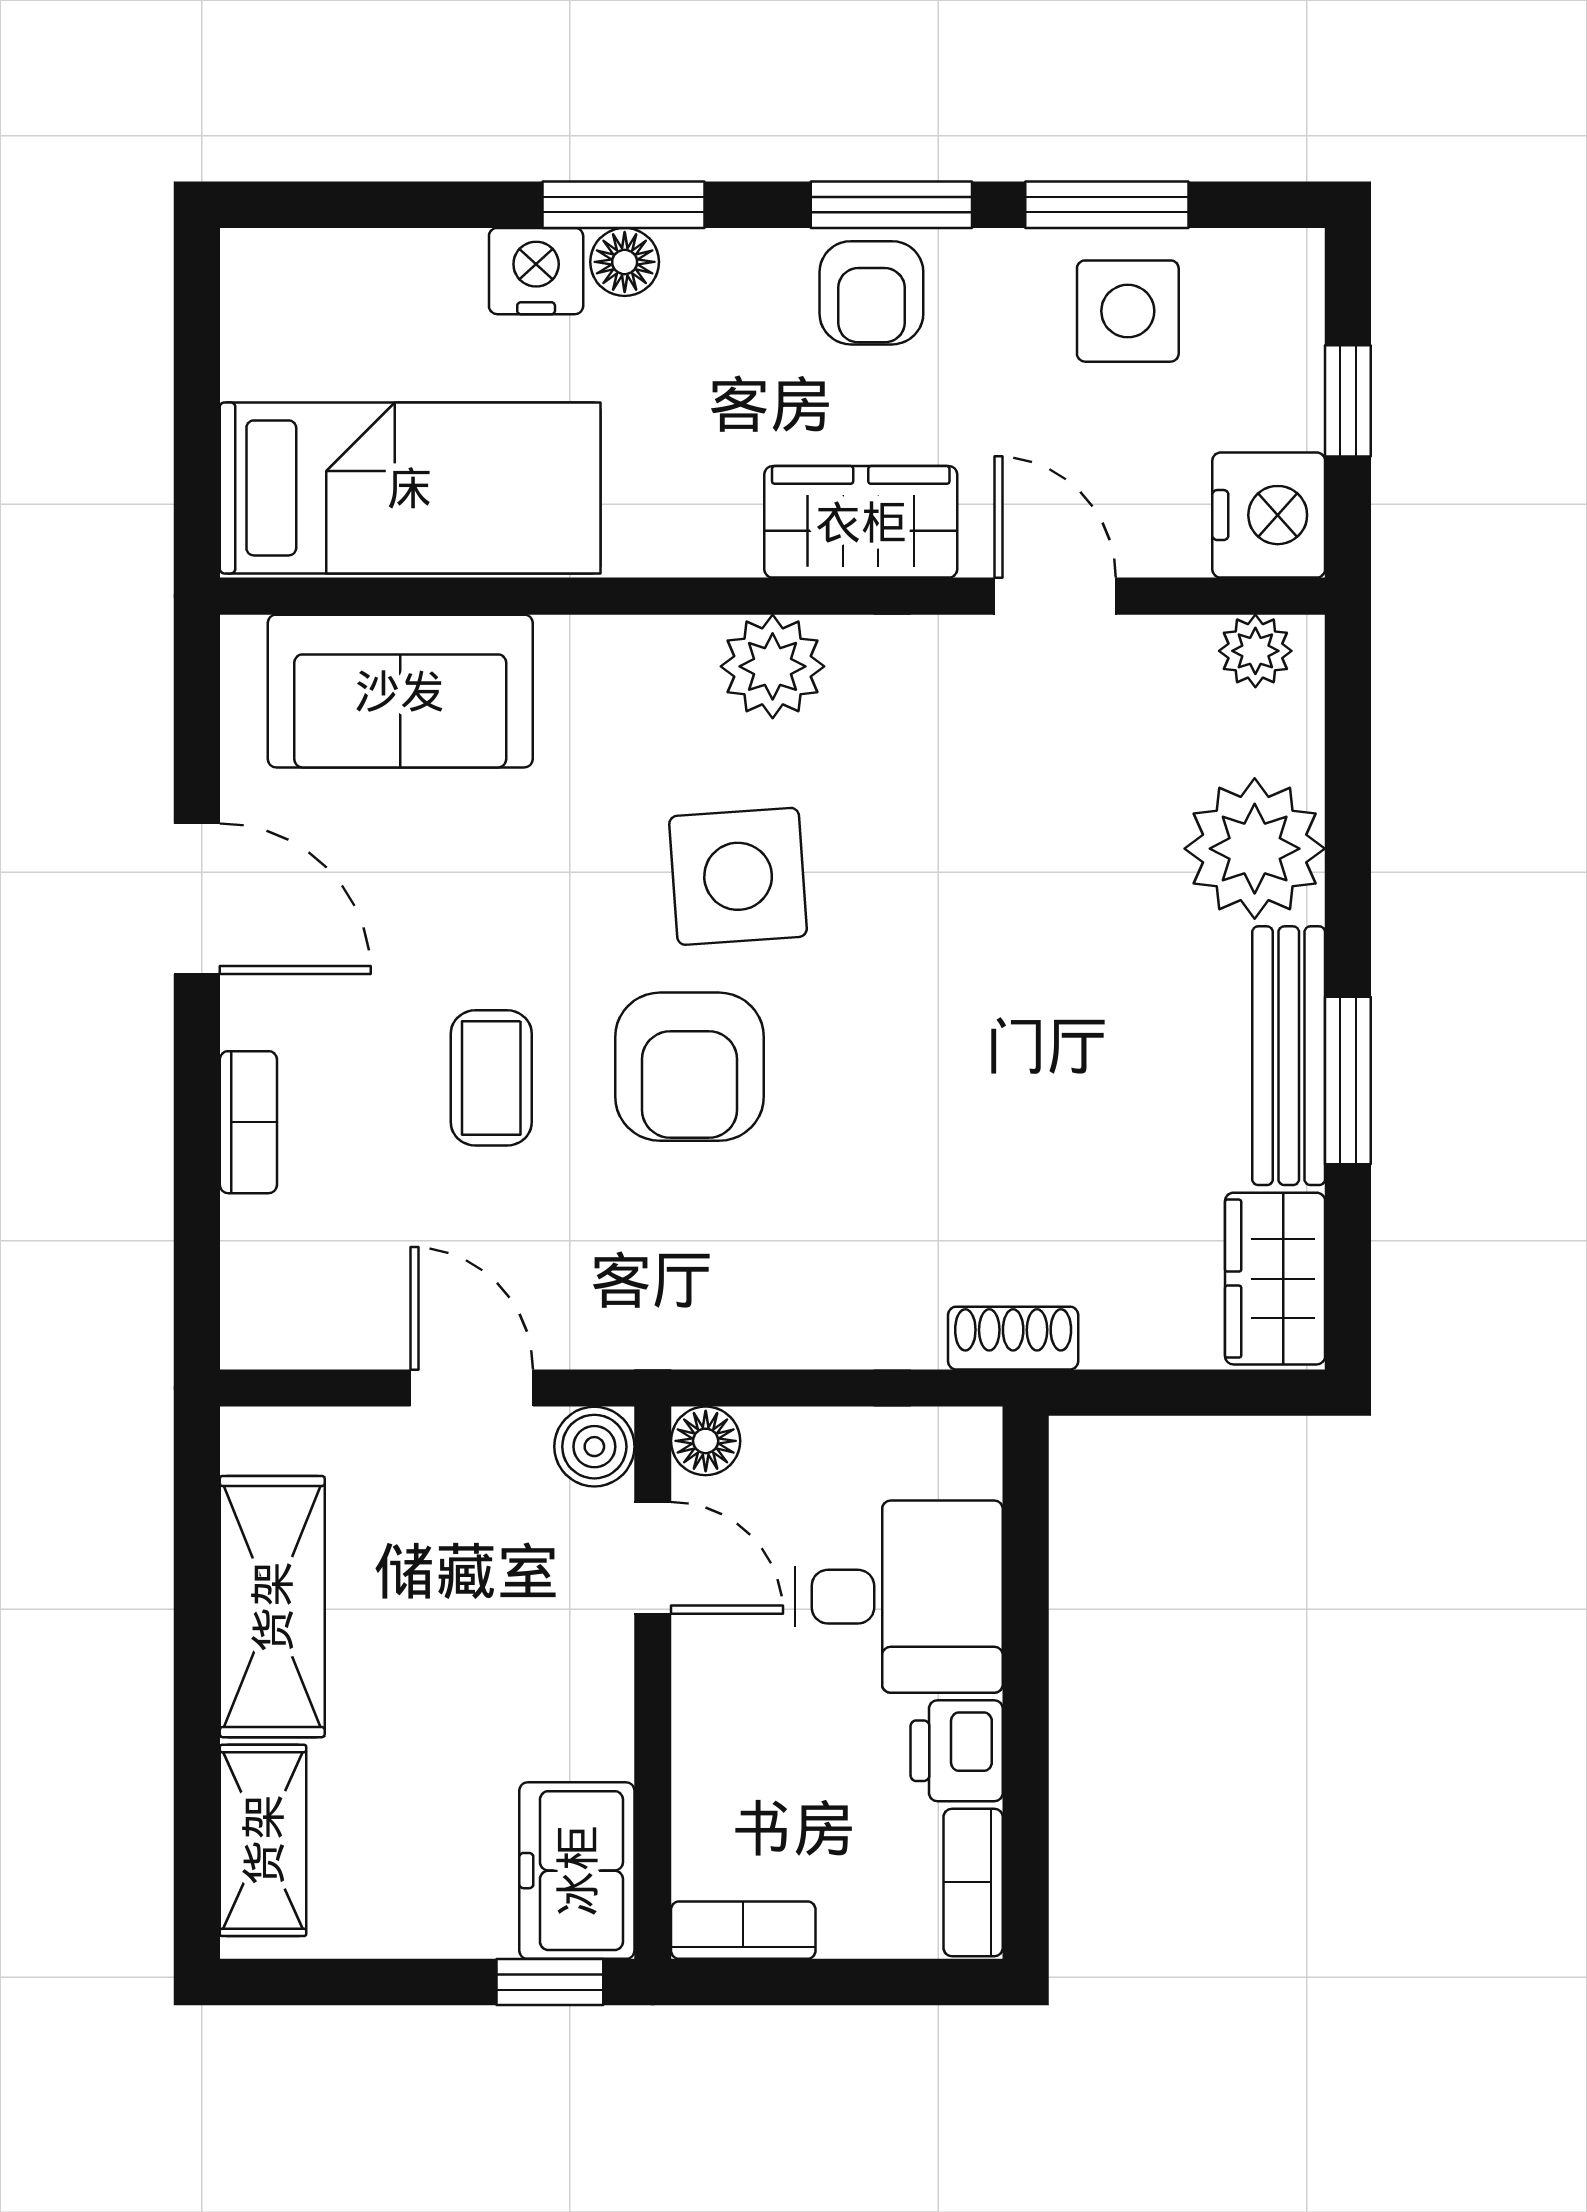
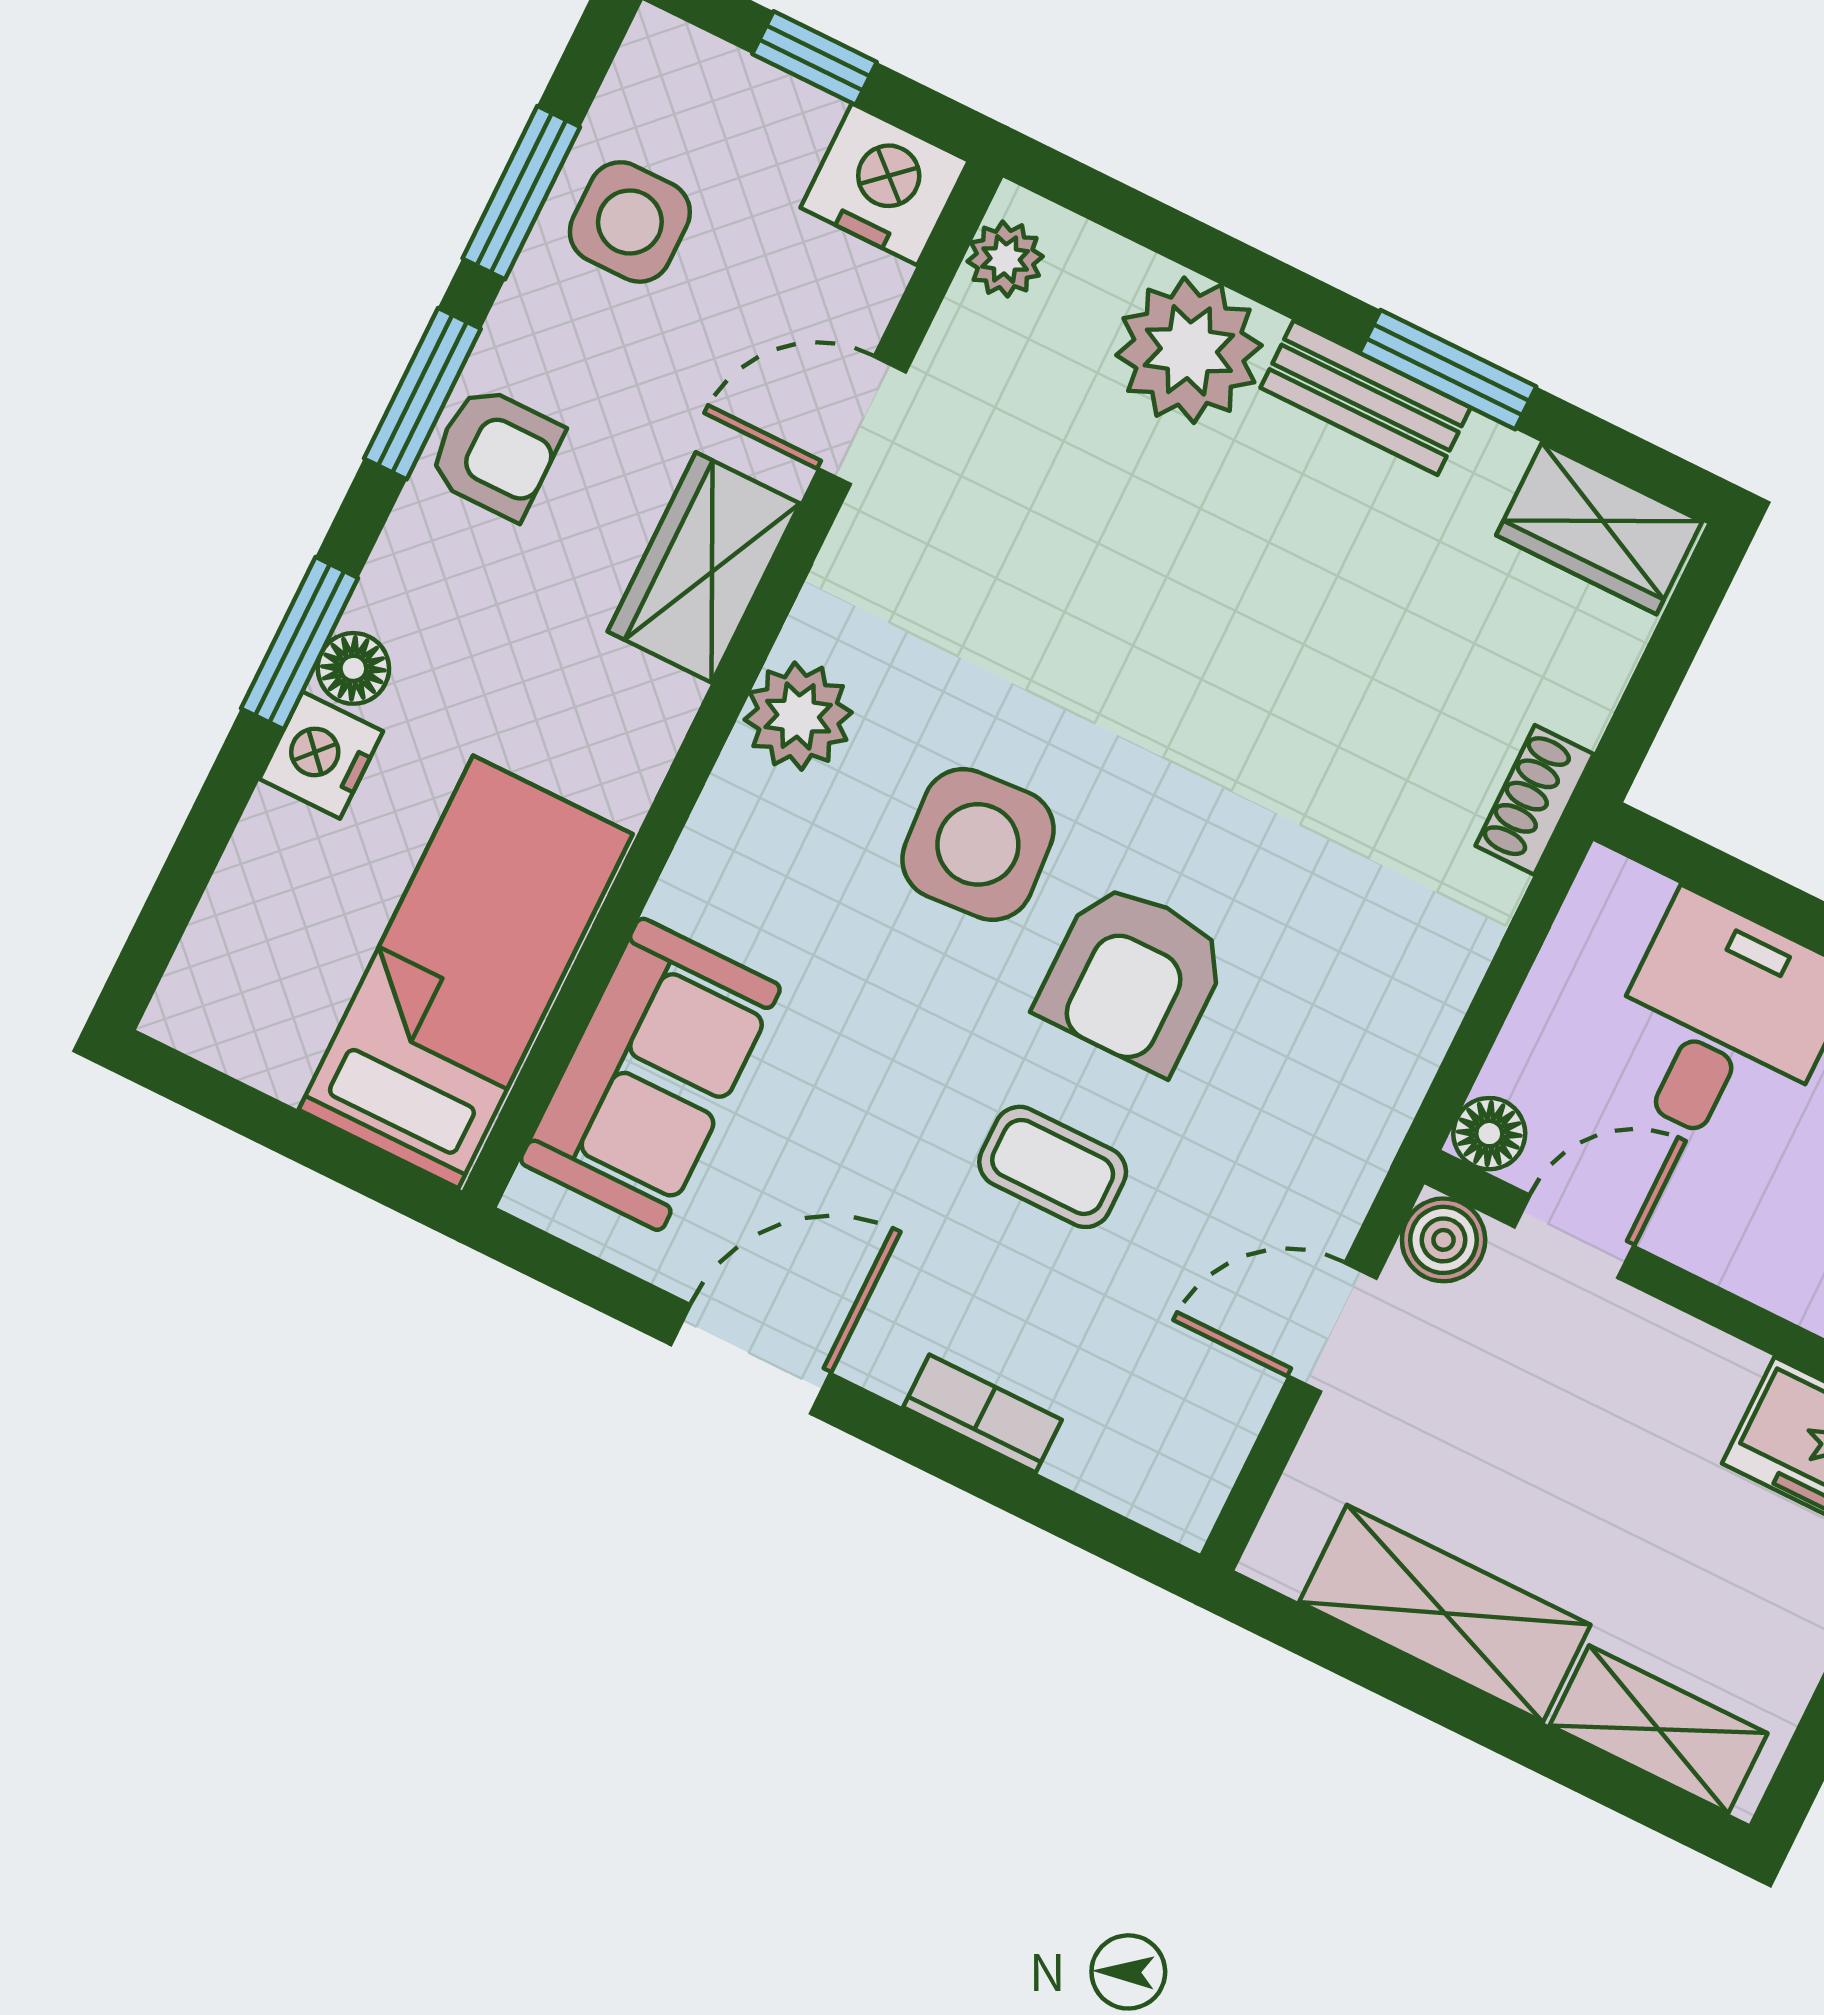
bench: (1289, 1056) -> (1365, 398), width x0.73
armchair: (690, 1067) -> (1133, 977), turned 90

